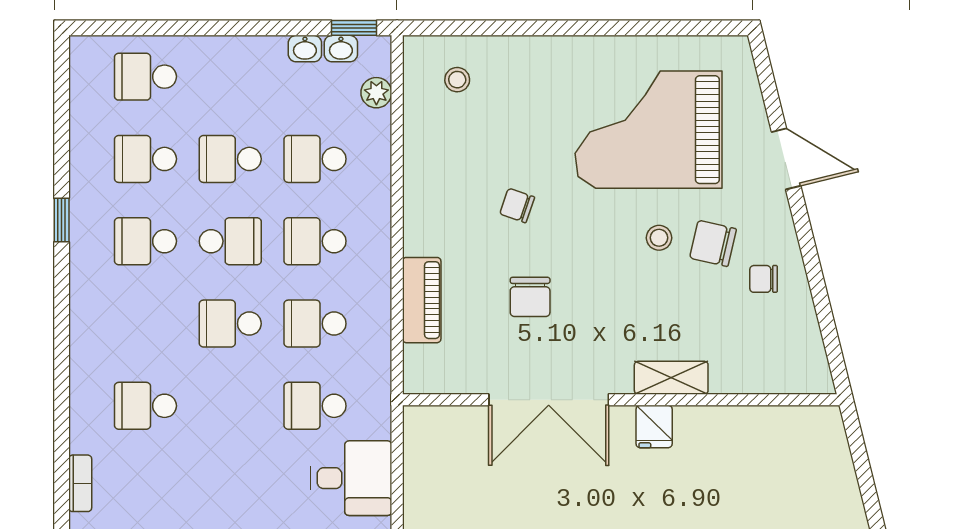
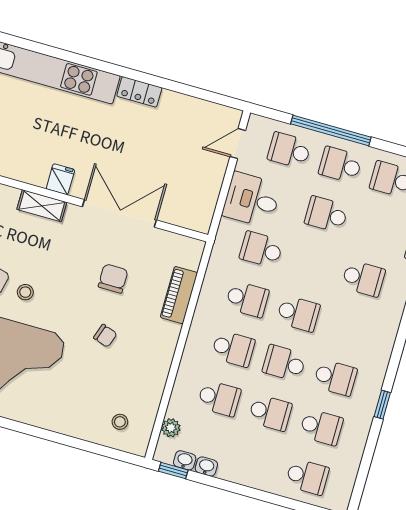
school desk: (315, 406) -> (261, 250), turned 180
school desk: (230, 488) -> (326, 214), added

